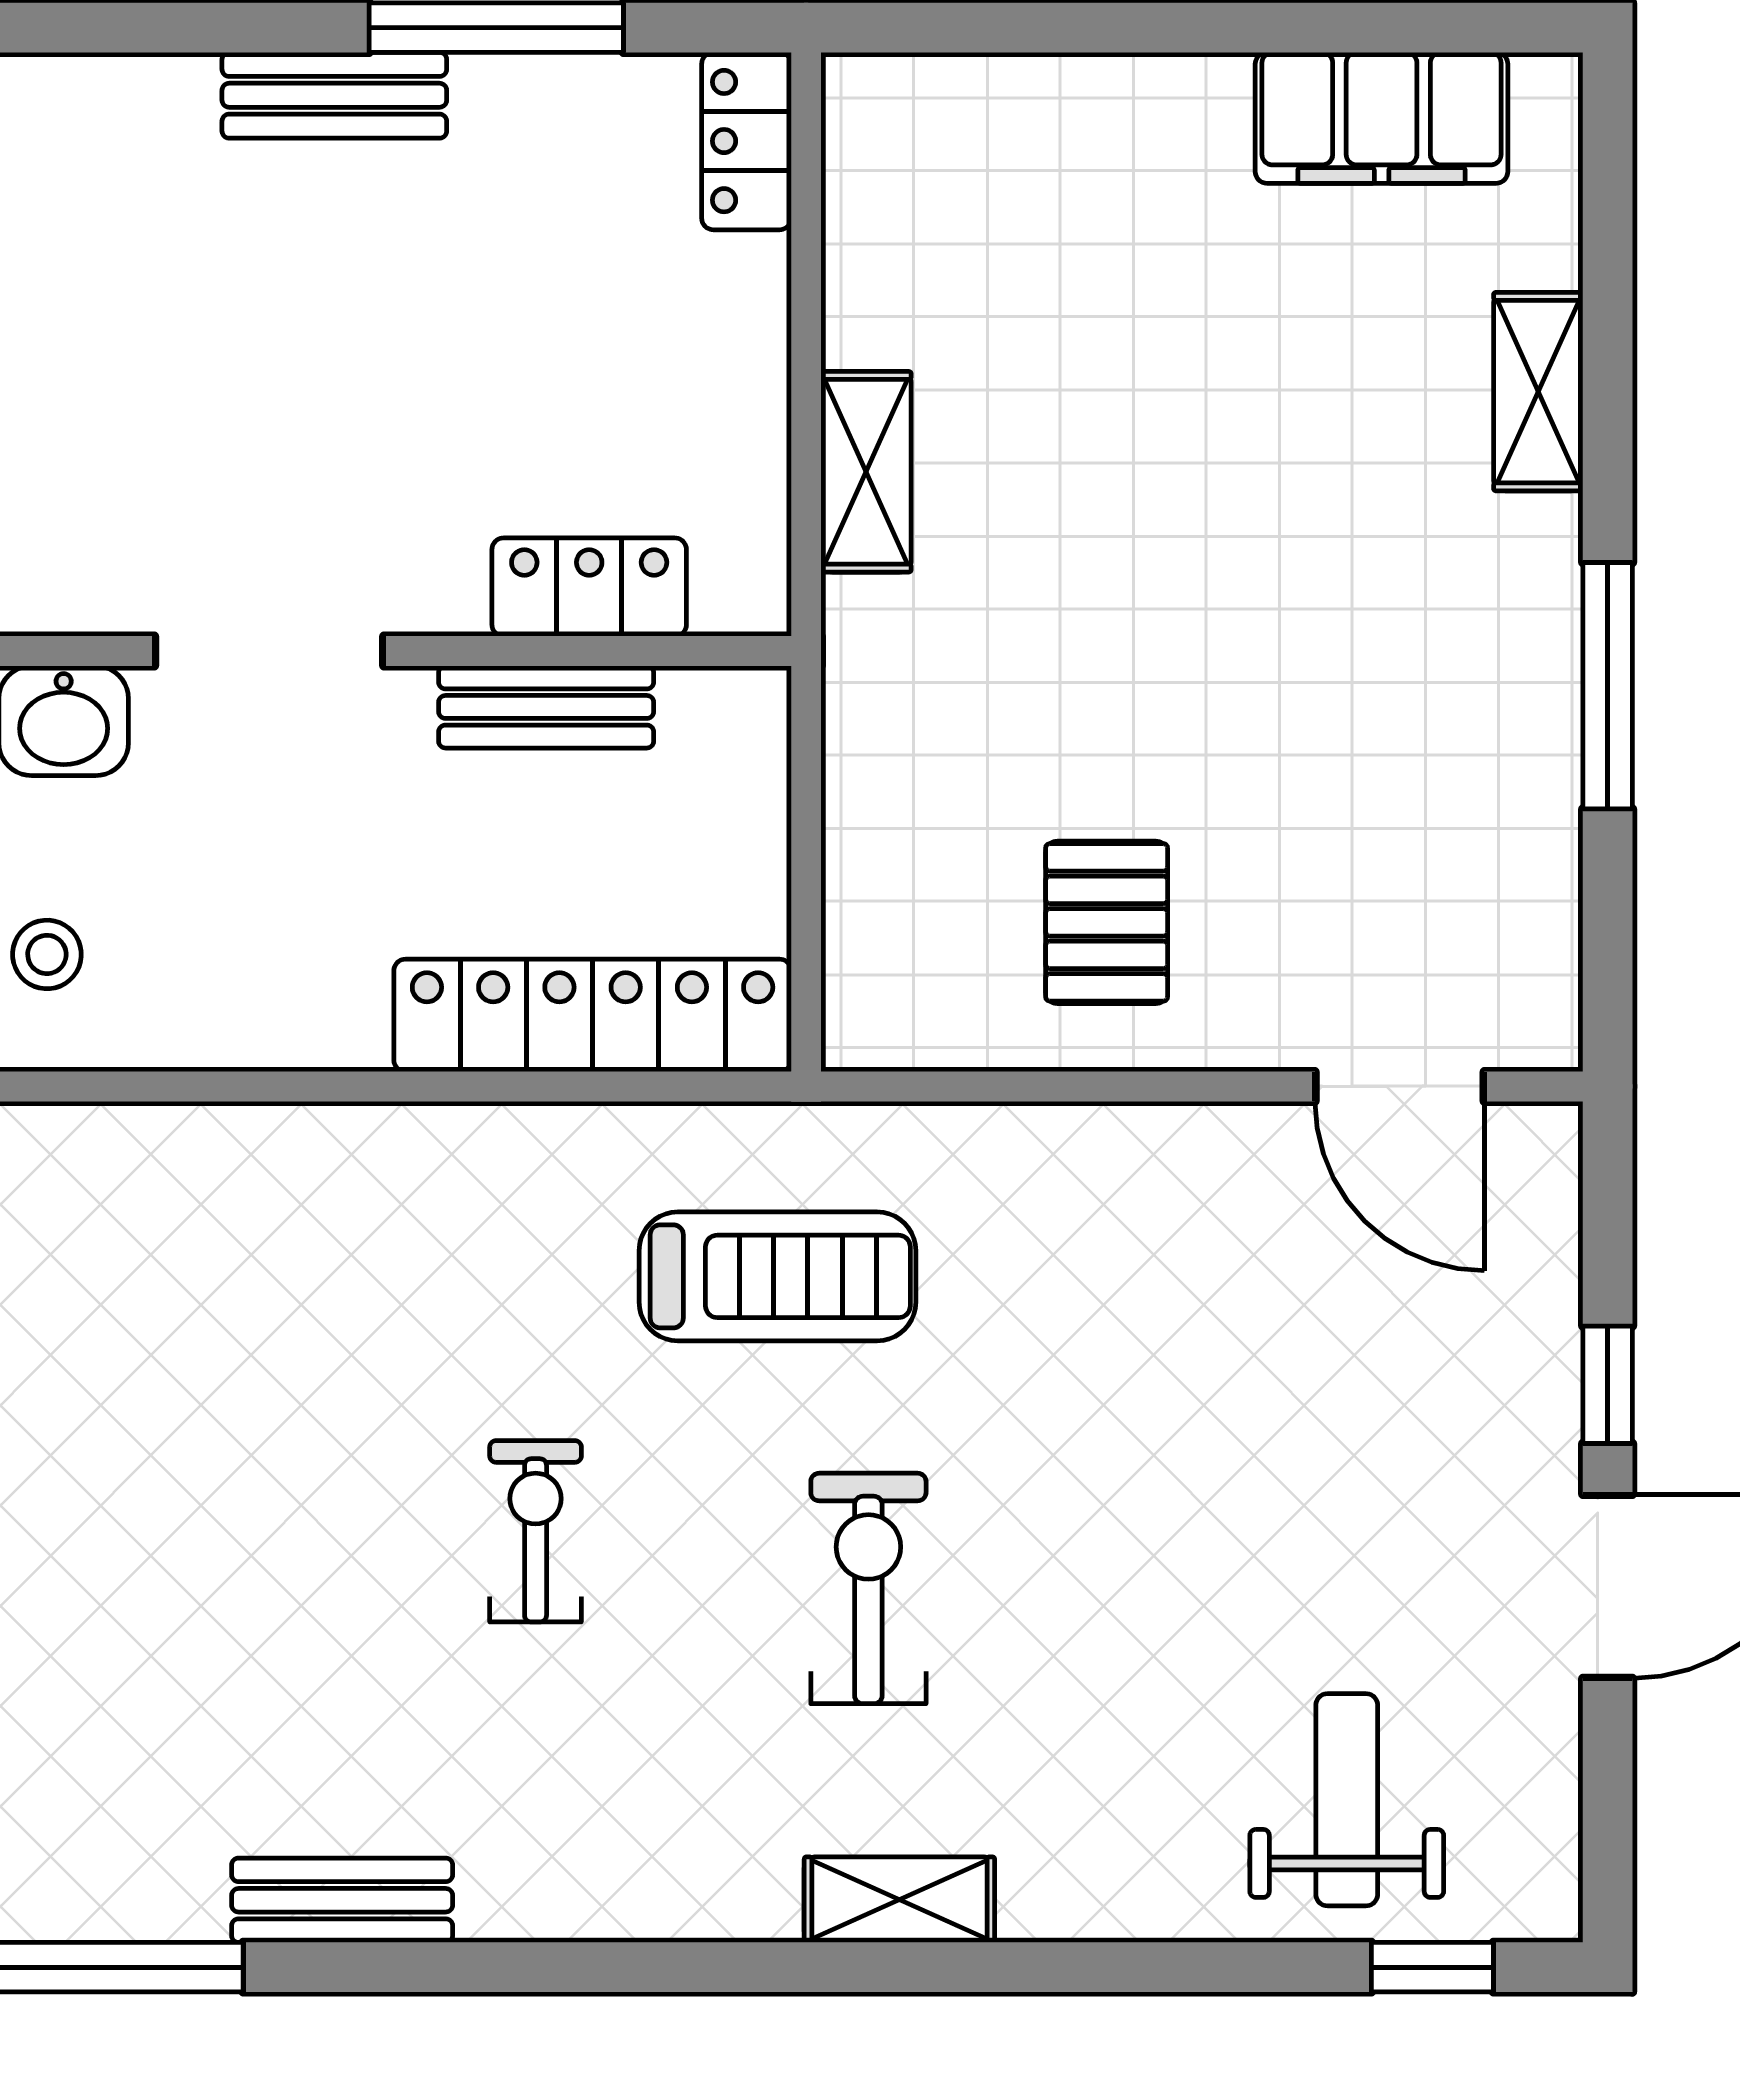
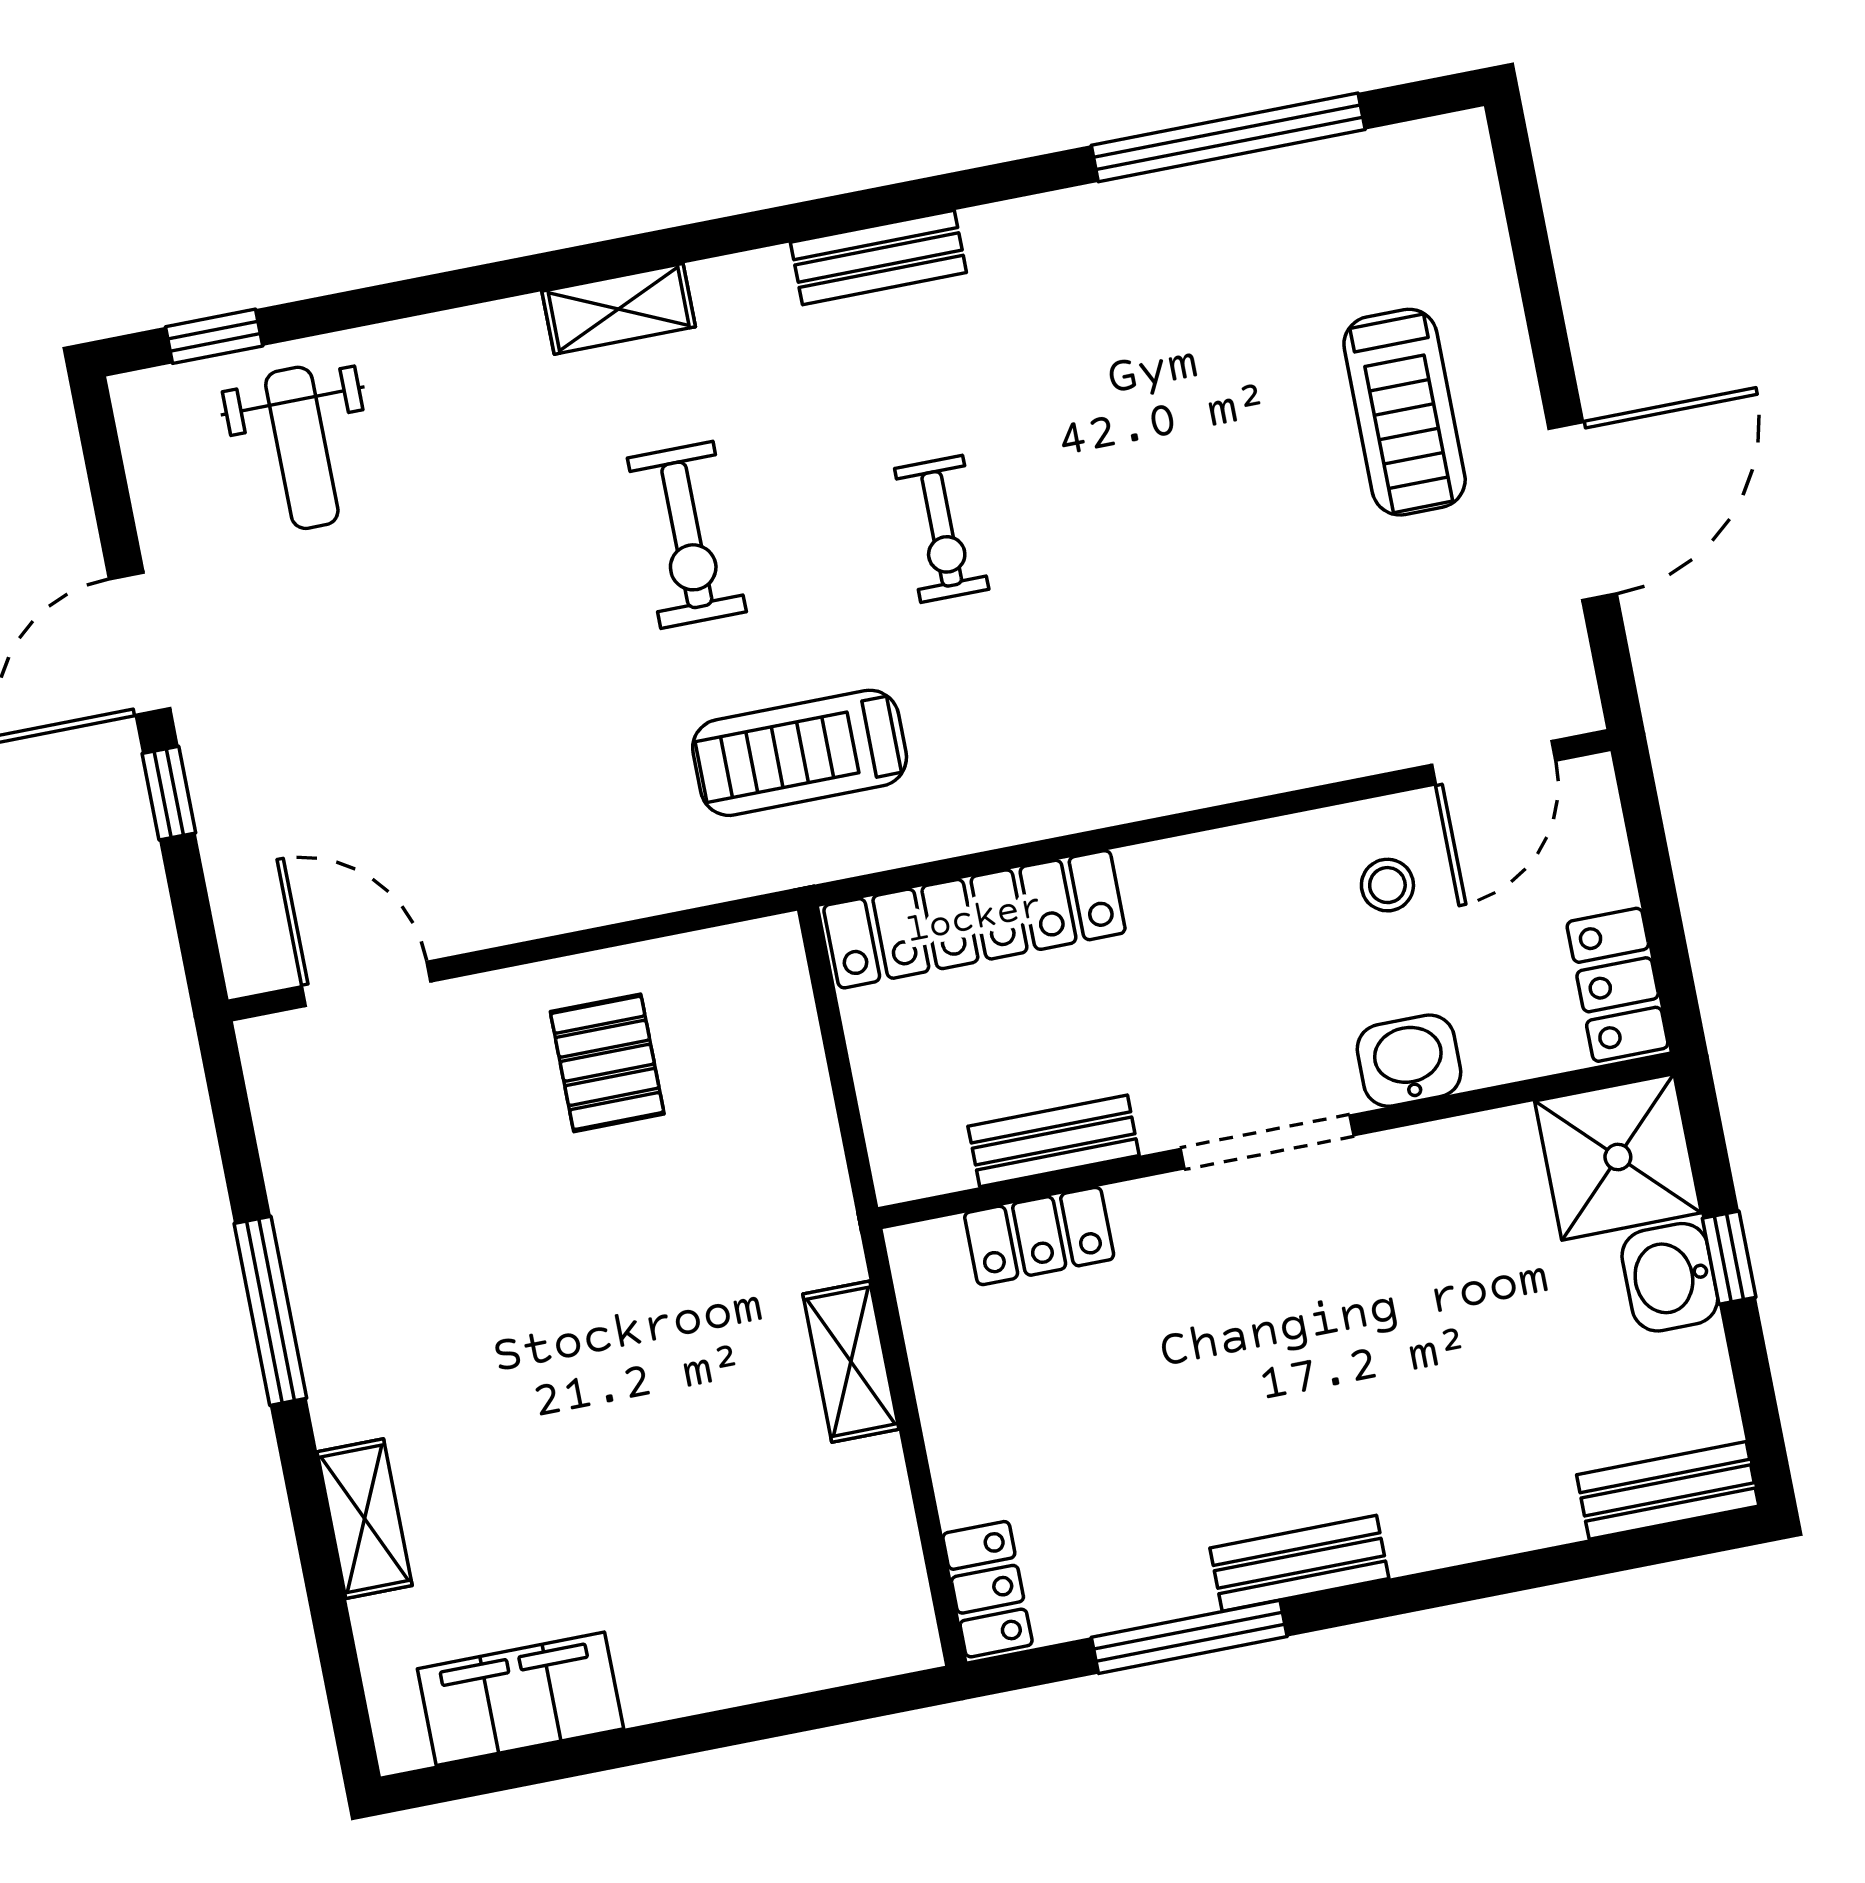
bench: (342, 1900) -> (878, 257), moved

